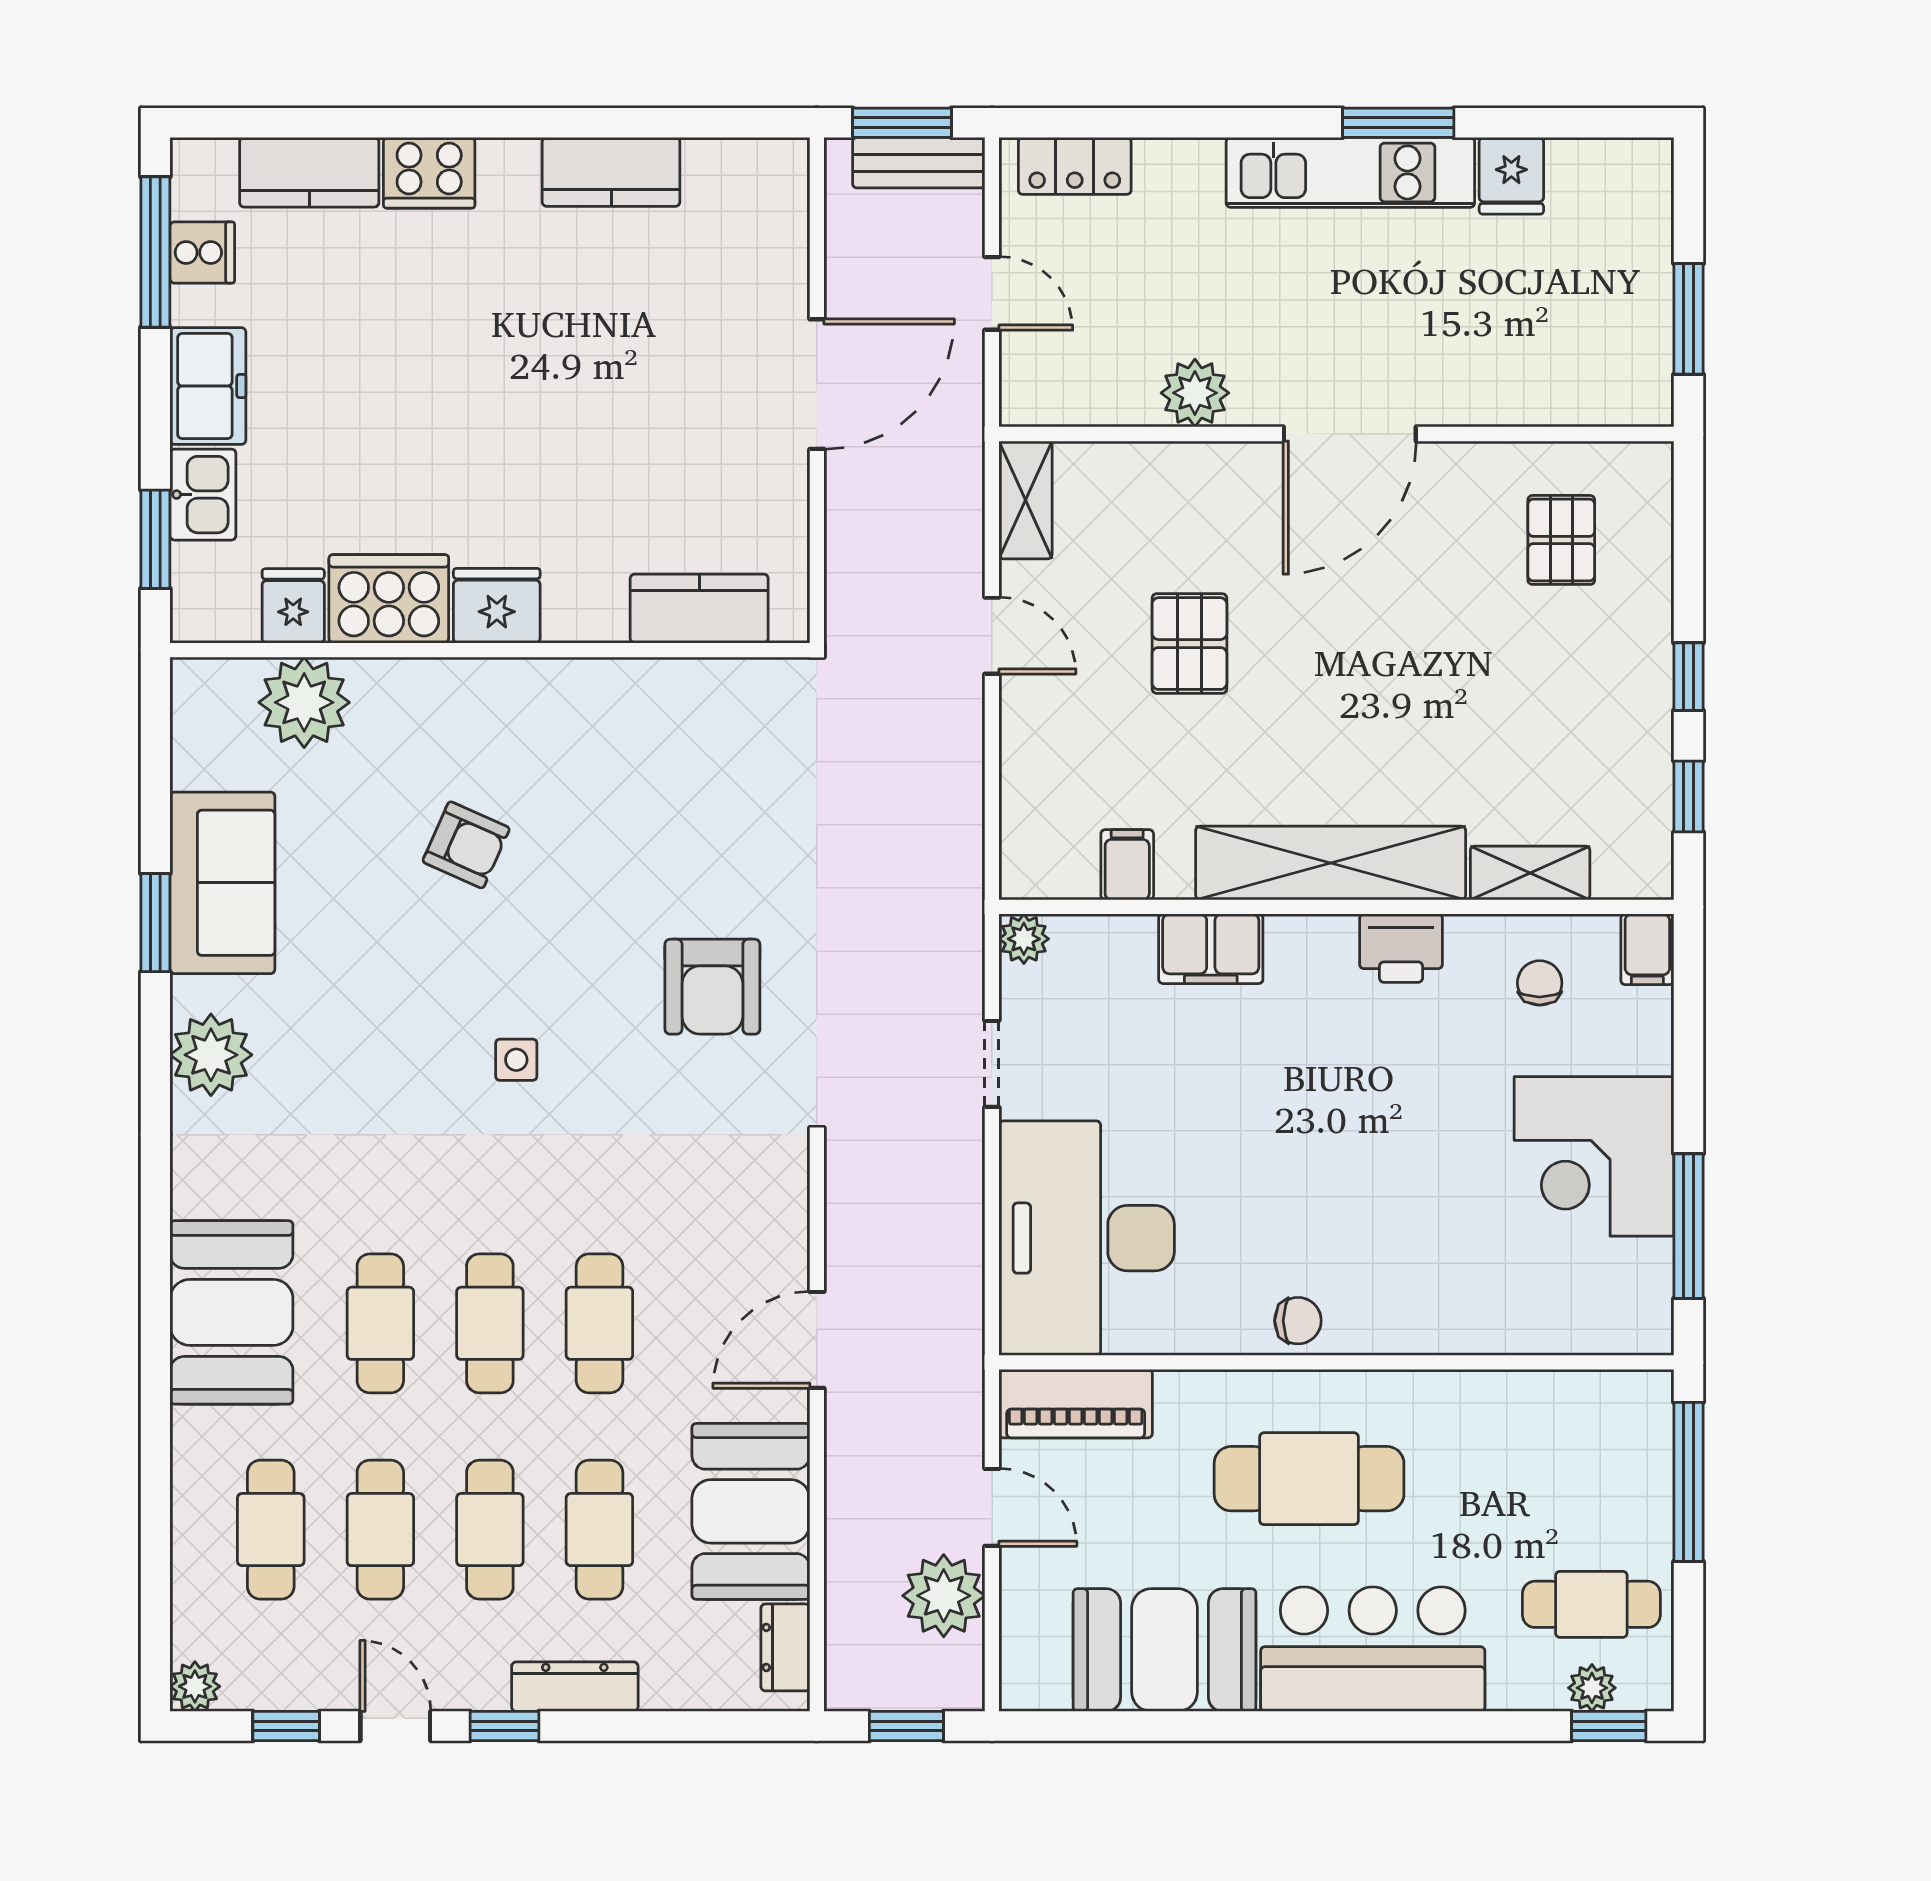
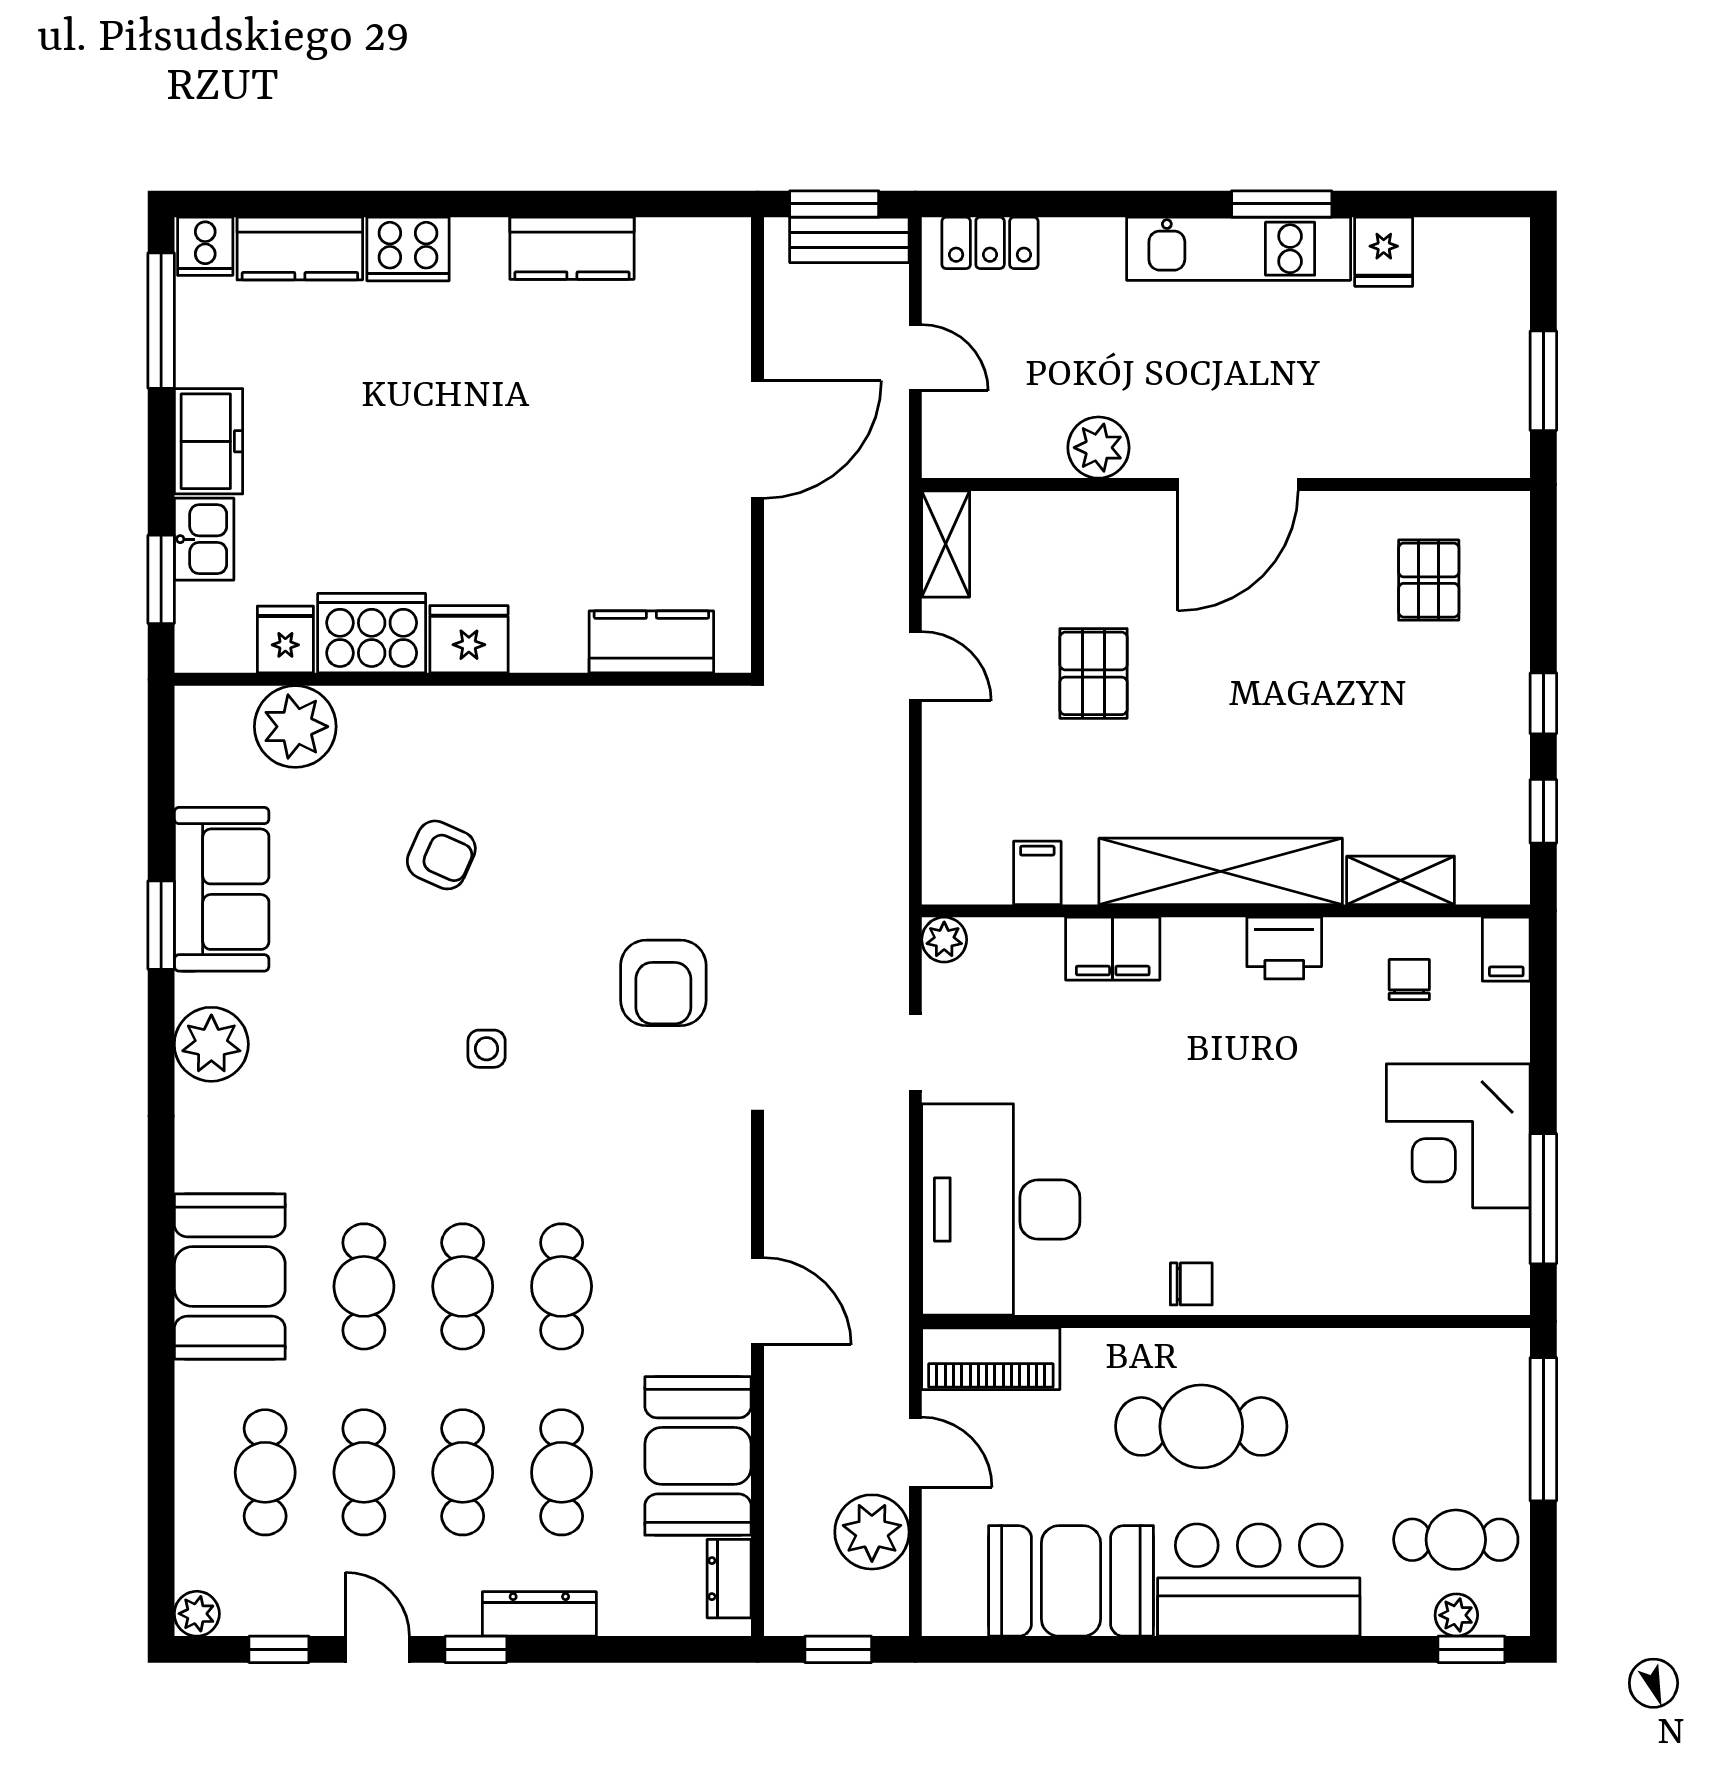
cooker: (202, 252) -> (205, 246), moved, turned 90
door: (817, 1340) -> (758, 1301), swing flipped

